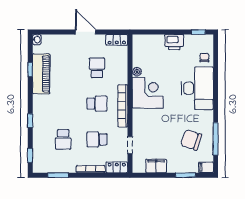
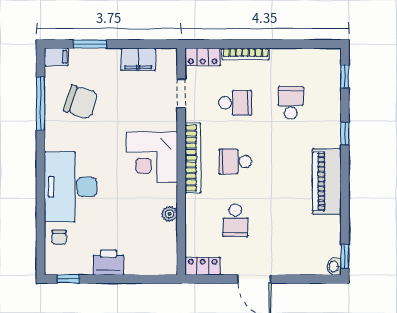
window: (30, 70) -> (345, 256), moved
piano: (41, 74) -> (327, 181), moved
corner desk: (148, 93) -> (152, 157), moved
window: (58, 175) -> (299, 44), removed

